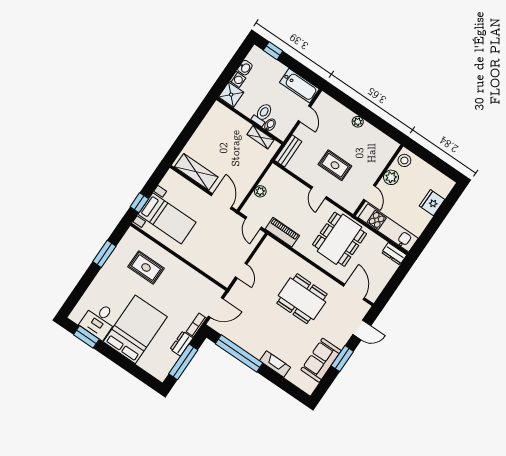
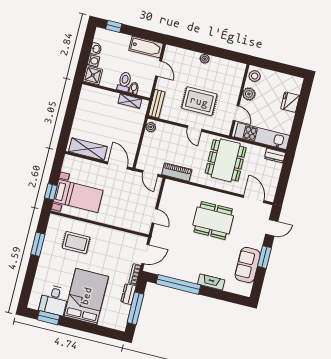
rug: (335, 165) -> (199, 101), width x1.36, depth x1.43
plant: (260, 191) -> (151, 127), moved

